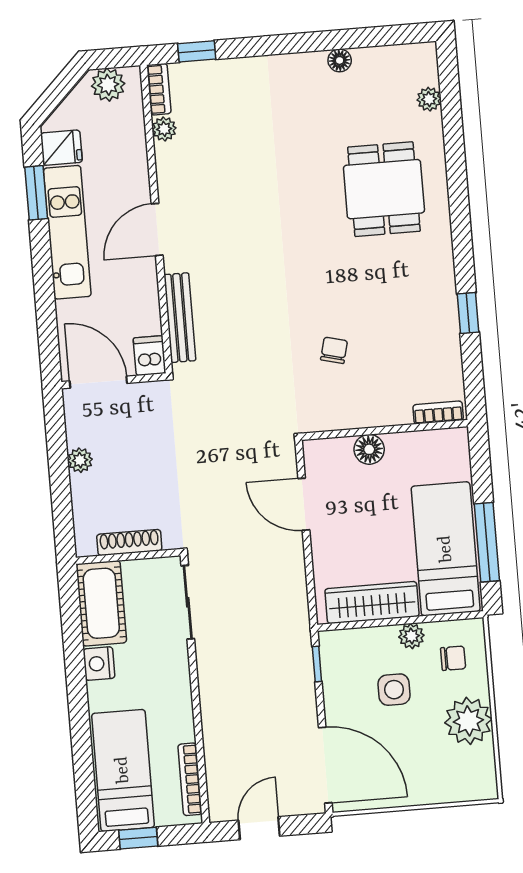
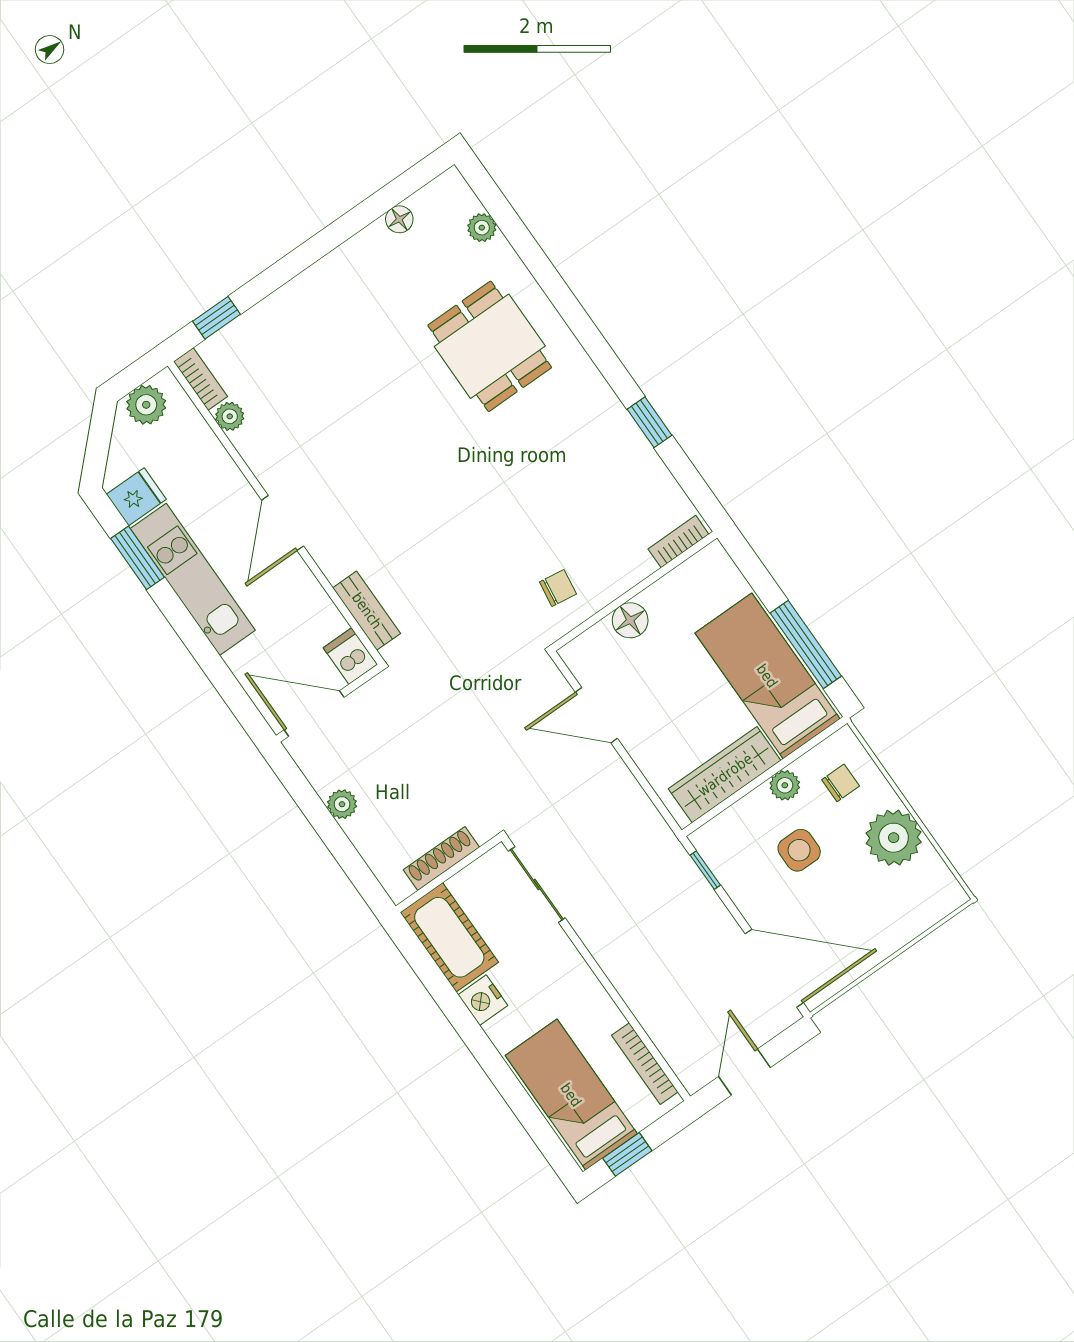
floor lamp: (340, 60) -> (399, 219), moved
bench: (180, 318) -> (367, 611), width x0.73
chair: (334, 350) -> (558, 588), moved, turned 84

